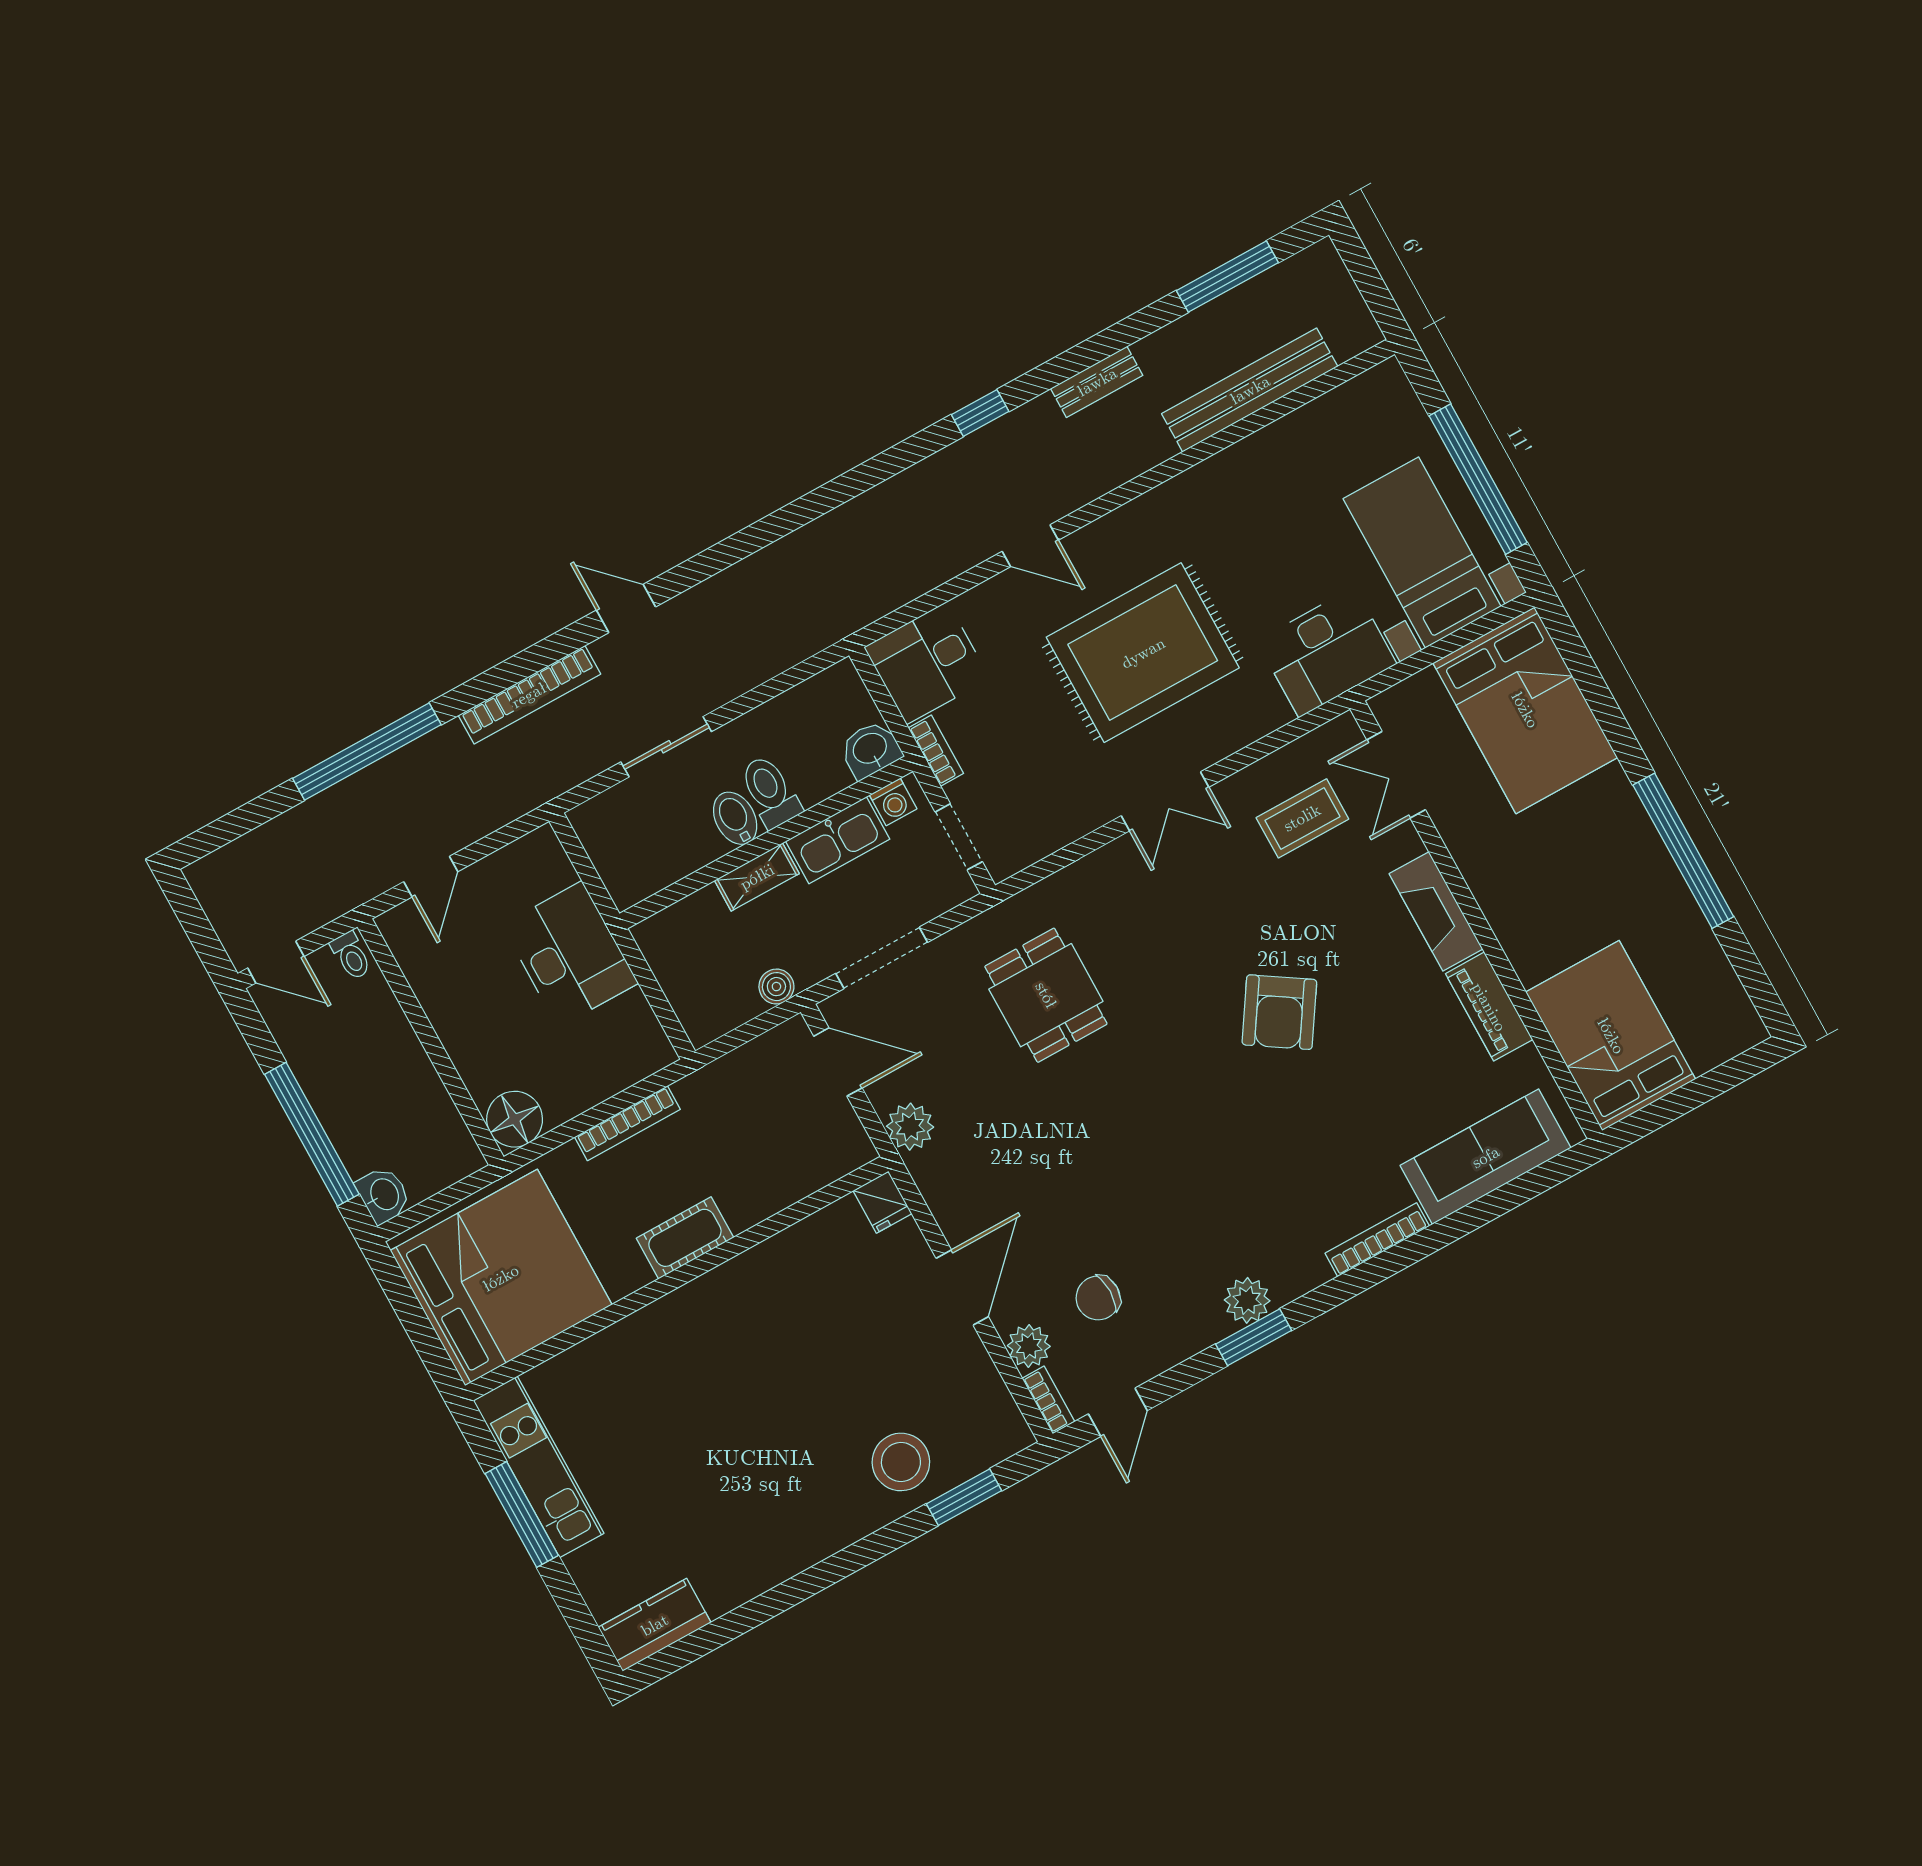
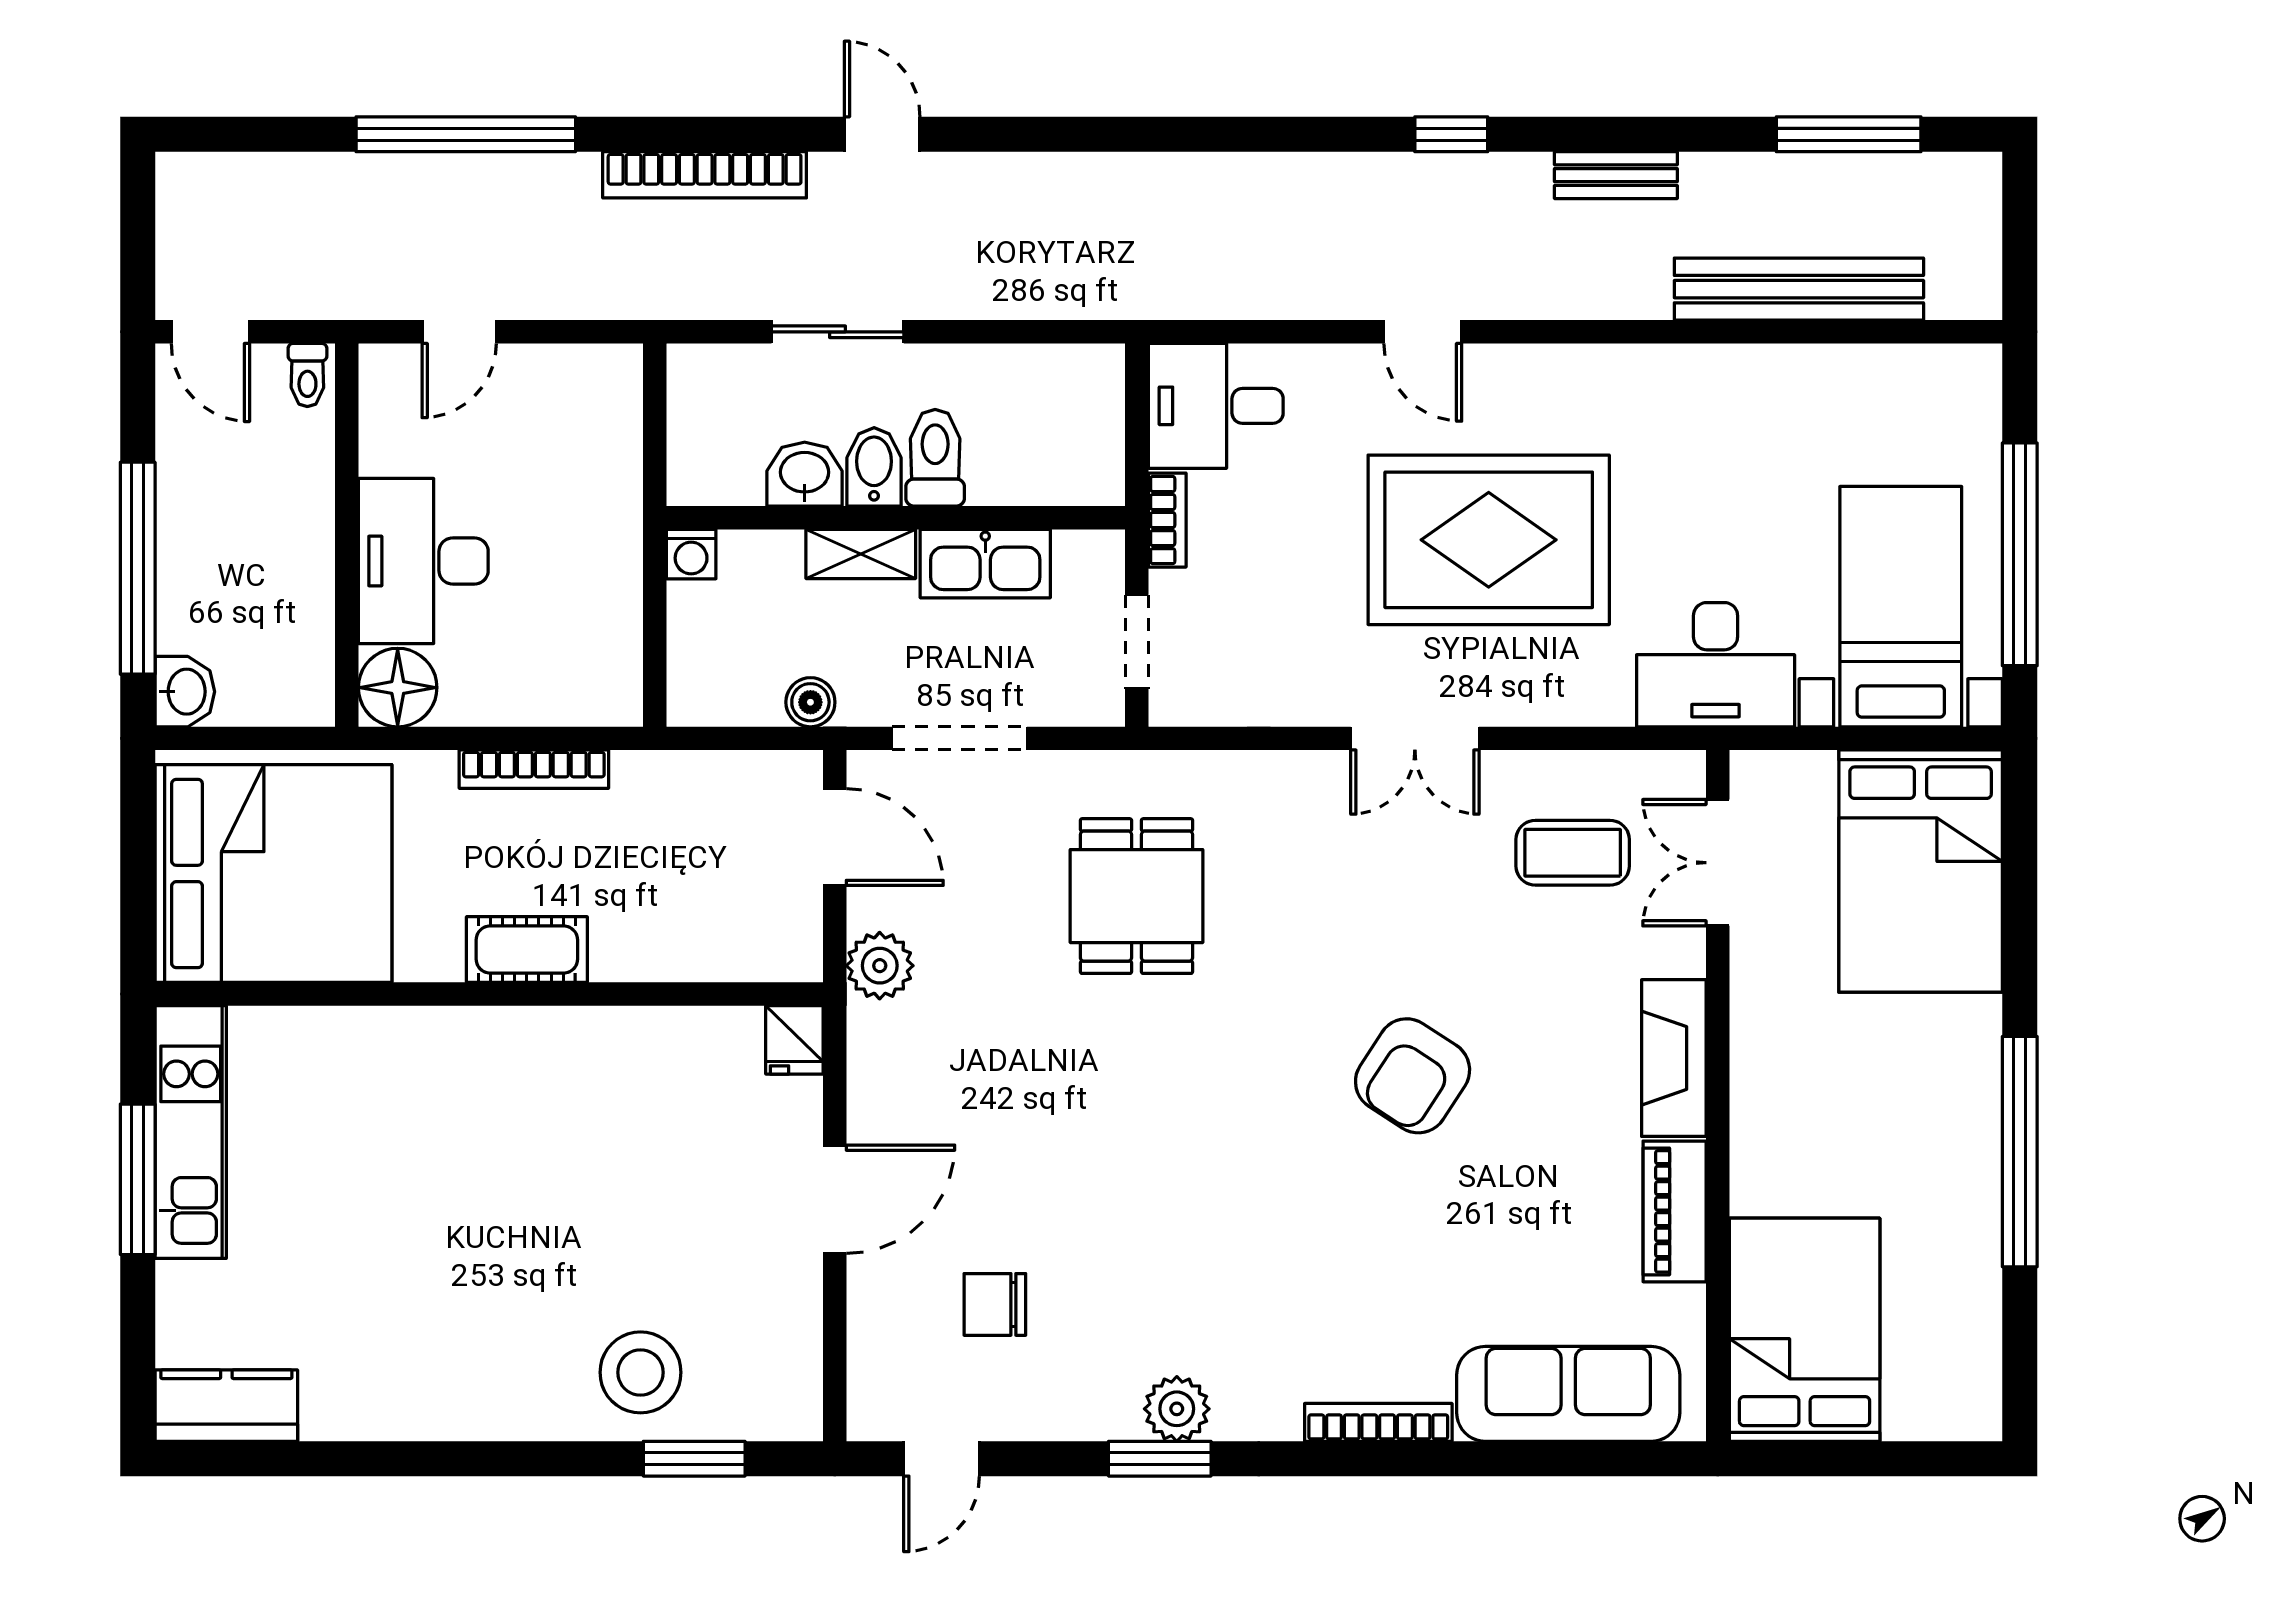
washbasin: (870, 749) -> (805, 474), moved
washing machine: (893, 802) -> (691, 554), moved
desk: (570, 954) -> (423, 561), moved, turned 180
plant: (1029, 1346) -> (877, 1317), removed
bookcase: (1048, 1400) -> (864, 1396), removed

